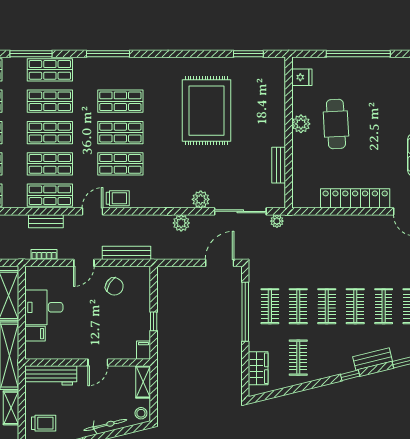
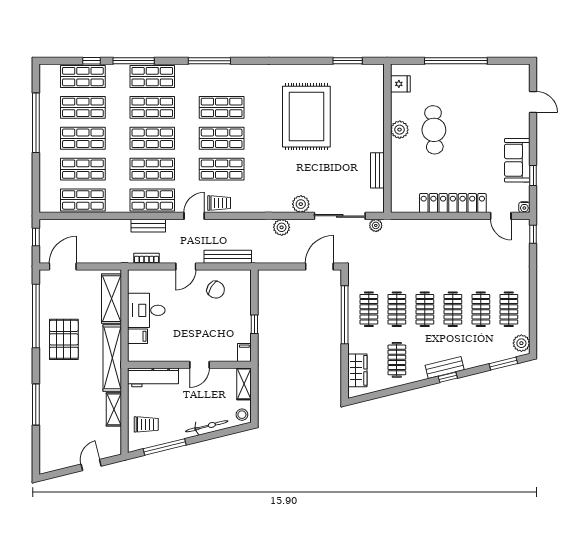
bench: (373, 359) -> (445, 367), moved

